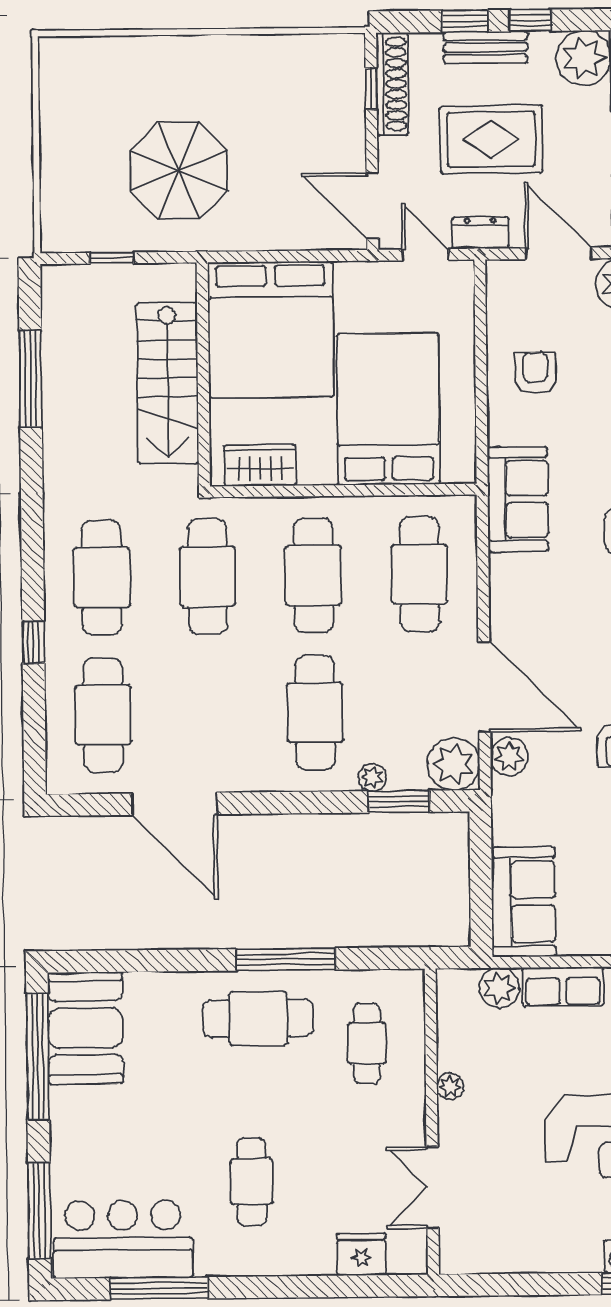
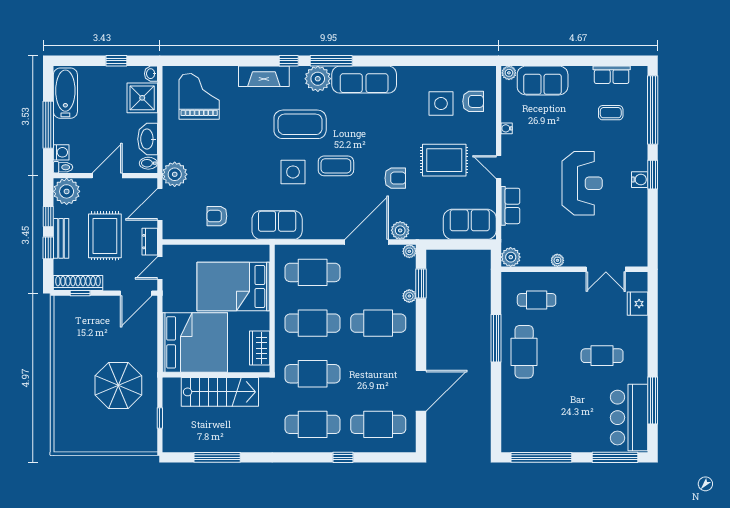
plant: (453, 764) -> (409, 251), width x0.53, depth x0.53
plant: (499, 988) -> (511, 257), moved
booth: (85, 1028) -> (528, 434), removed

